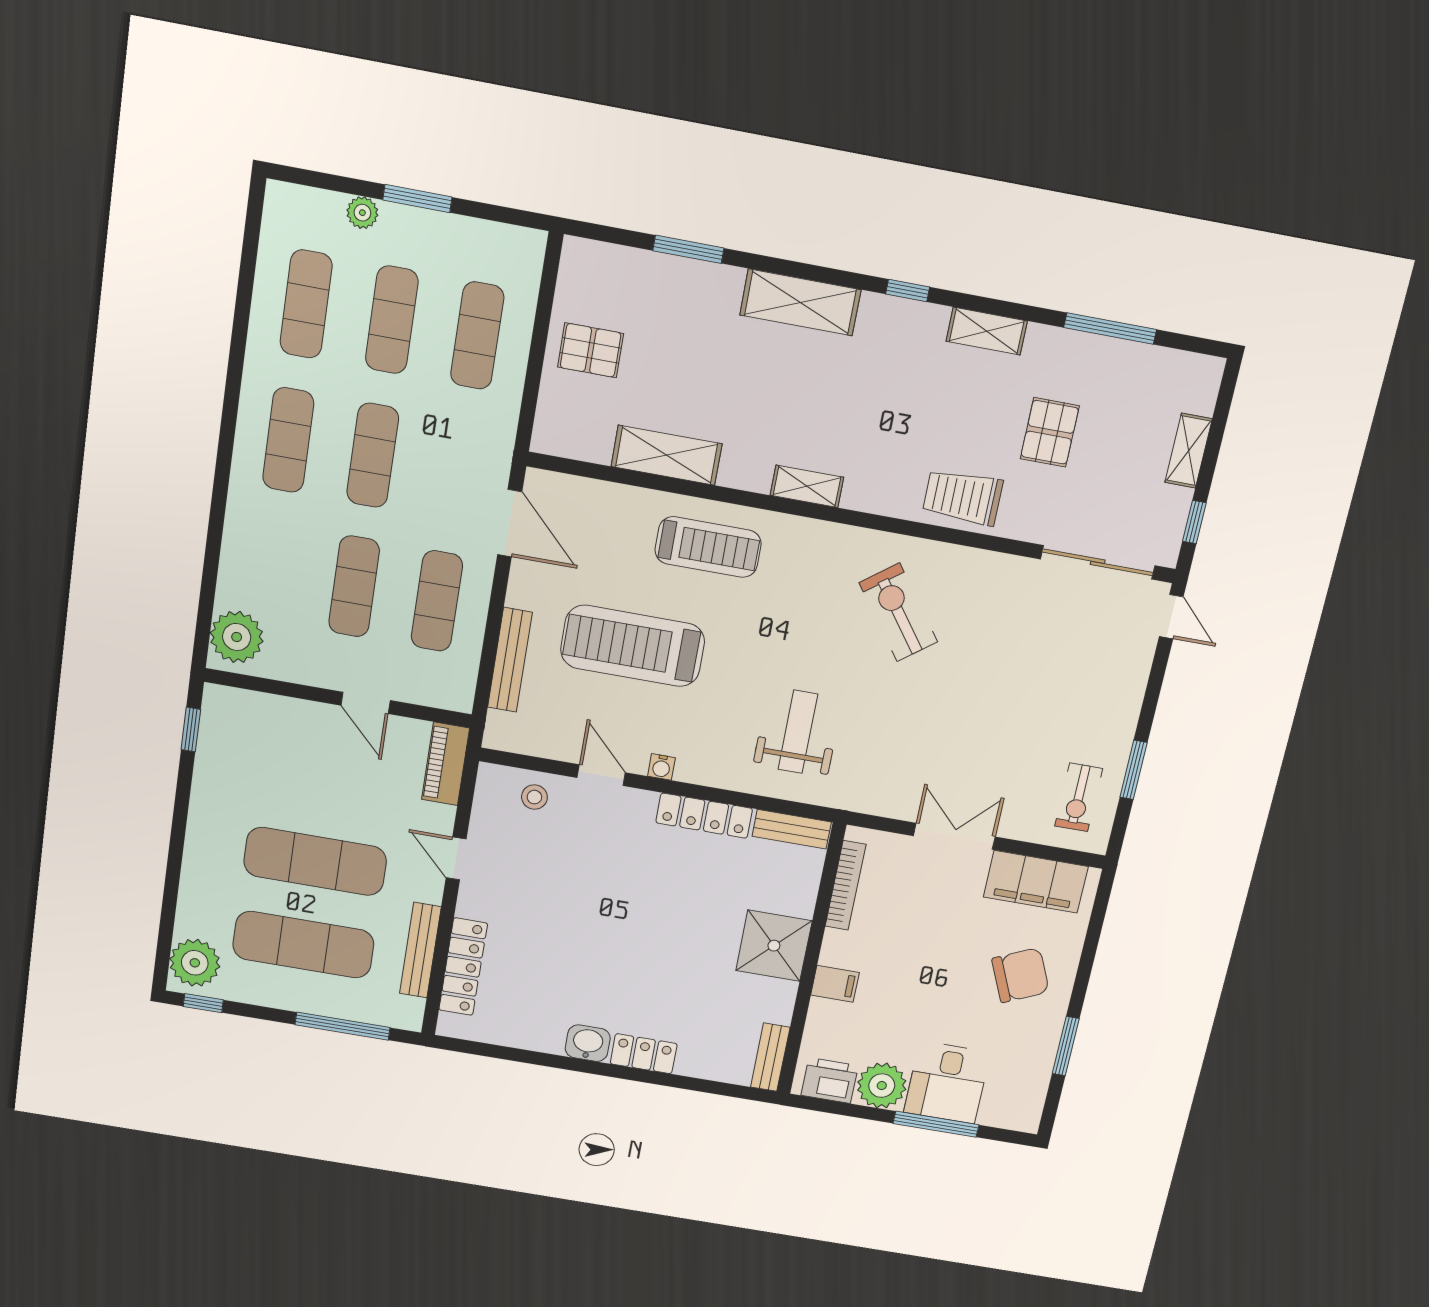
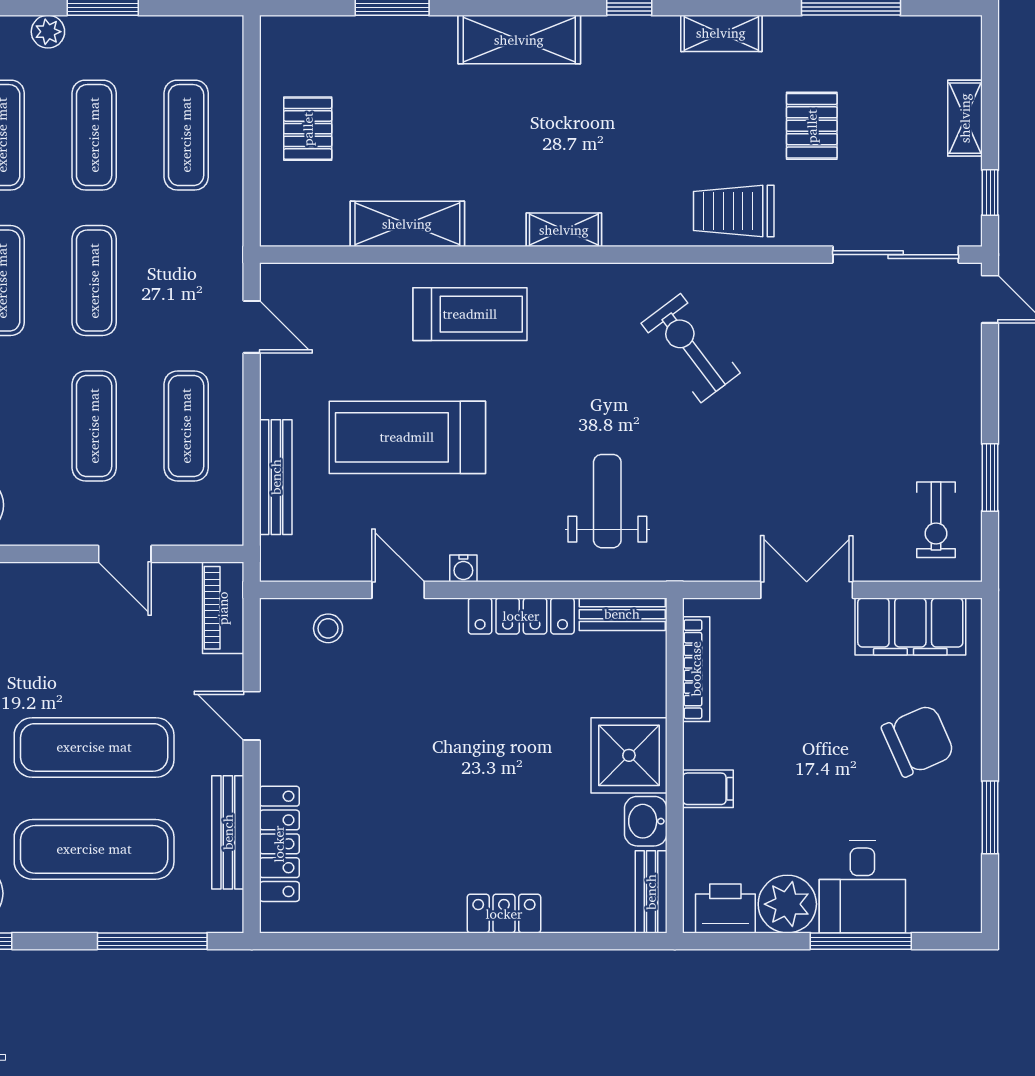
pallet: (591, 350) -> (308, 129), turned 90
door: (510, 523) -> (252, 327), width x0.73
washbasin: (588, 1043) -> (646, 821), moved, turned -90

